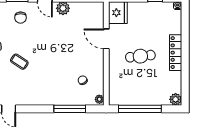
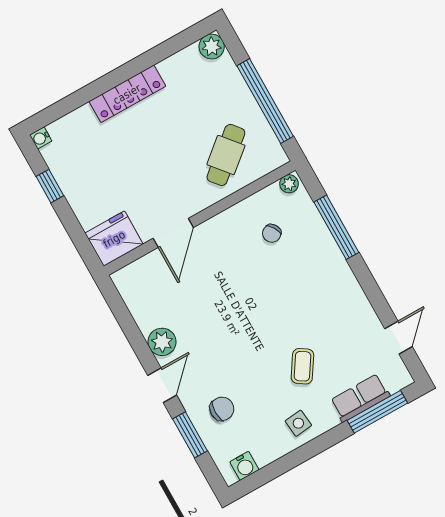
cafe table: (140, 56) -> (226, 155), moved, turned 56

